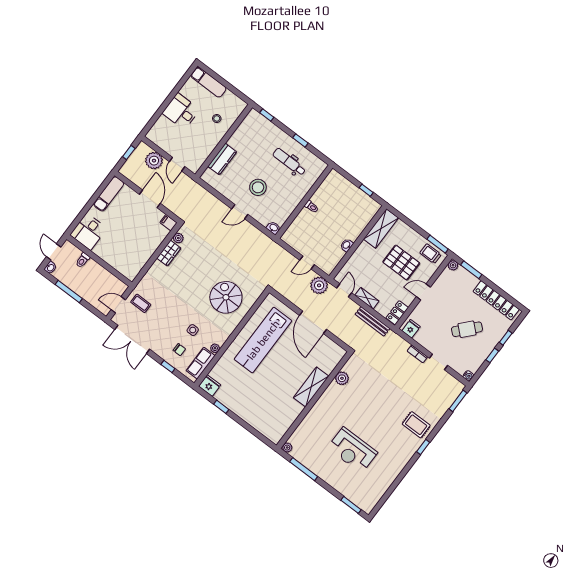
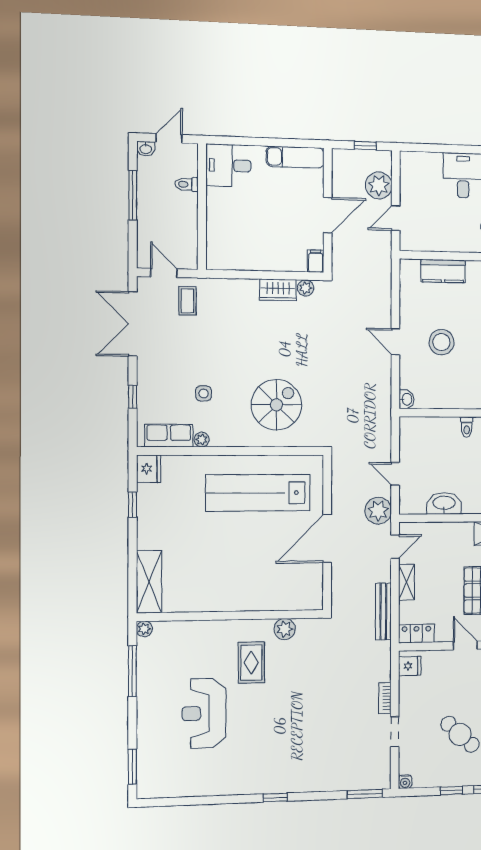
washbasin: (347, 245) -> (444, 503), width x1.91, depth x1.45
chair: (179, 350) -> (165, 395), removed
shelving: (311, 387) -> (149, 582), moved, turned 90
rug: (416, 425) -> (251, 663), moved

